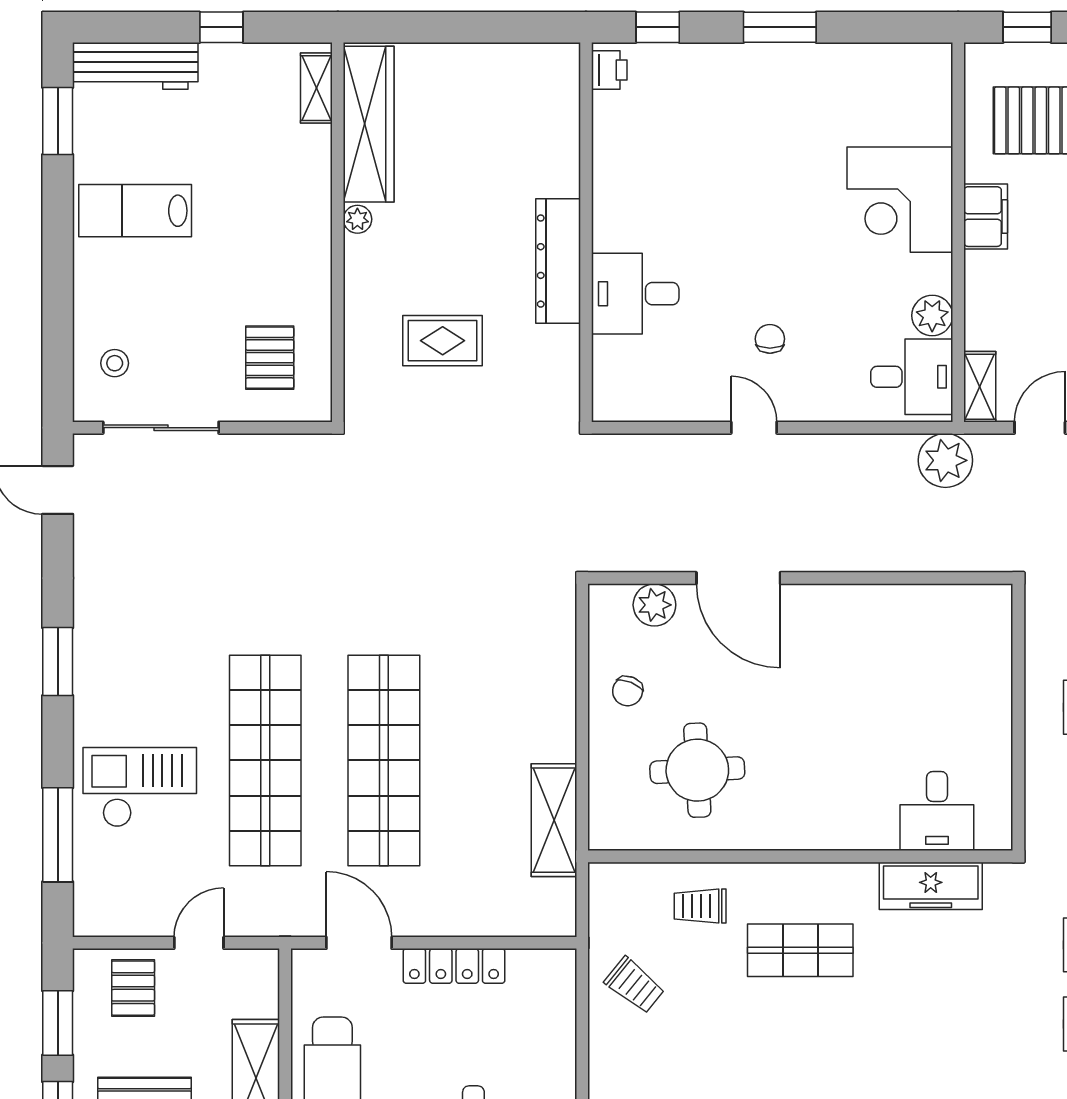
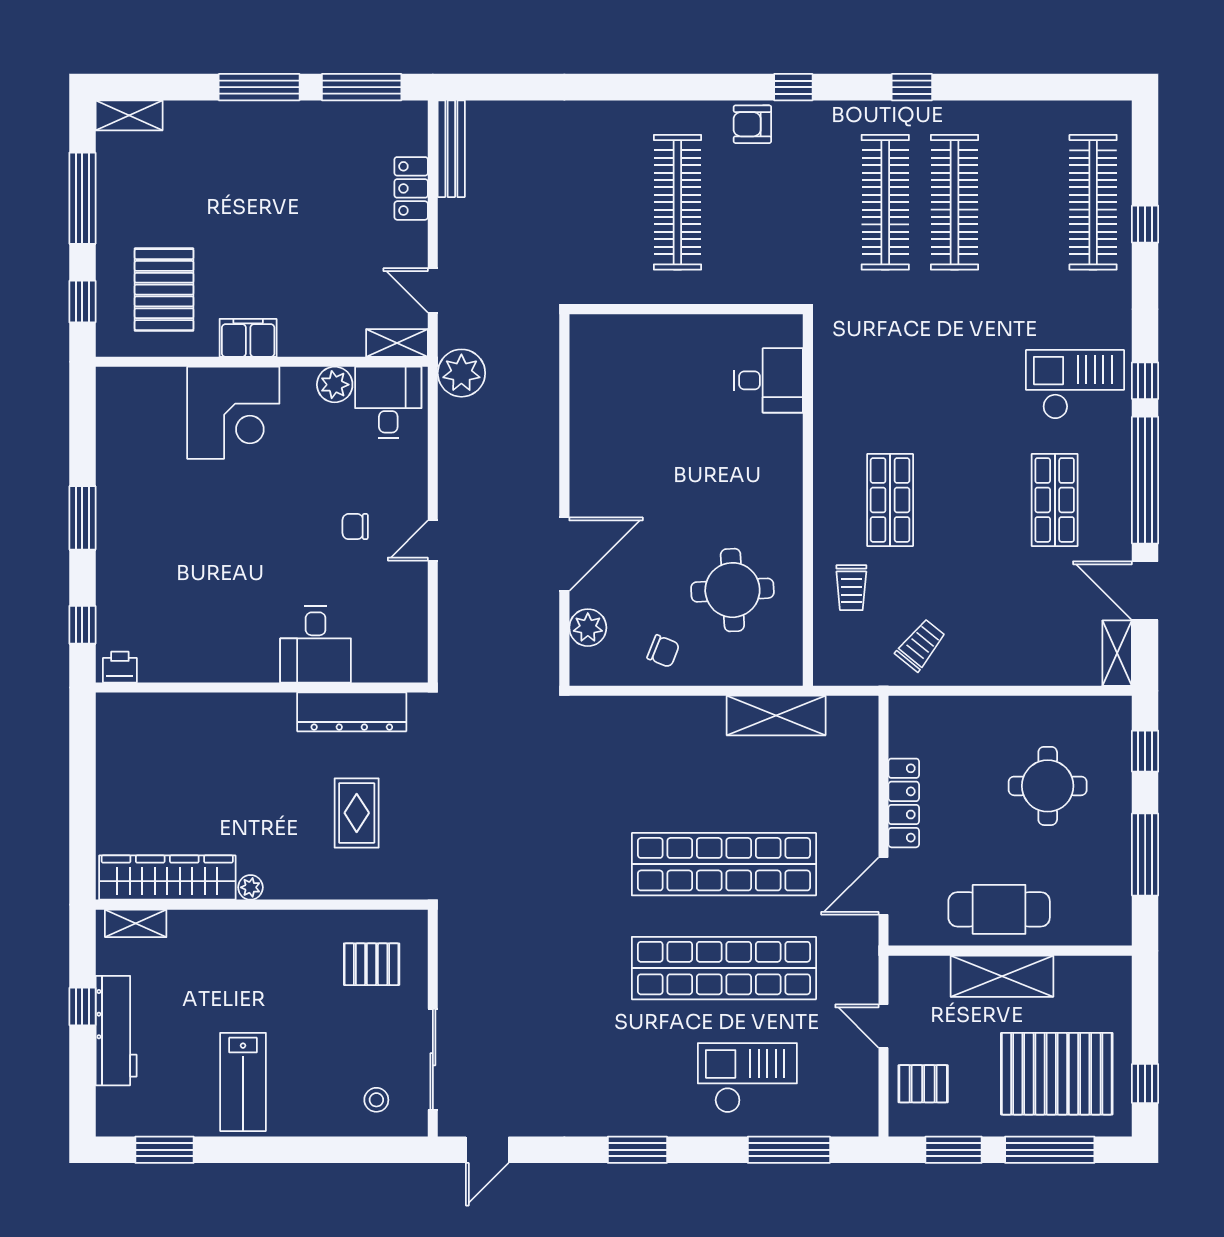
workbench: (135, 66) -> (116, 1031), moved
dresser: (558, 261) -> (352, 712), moved
checkout: (140, 787) -> (747, 1078), turned 90
freezer: (931, 886) -> (834, 386), removed

